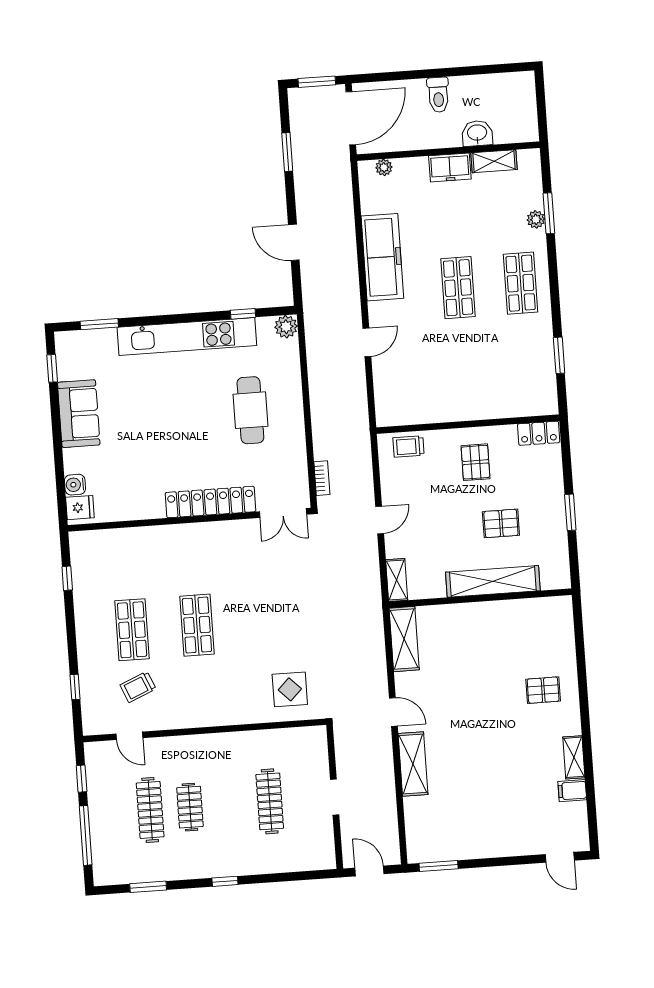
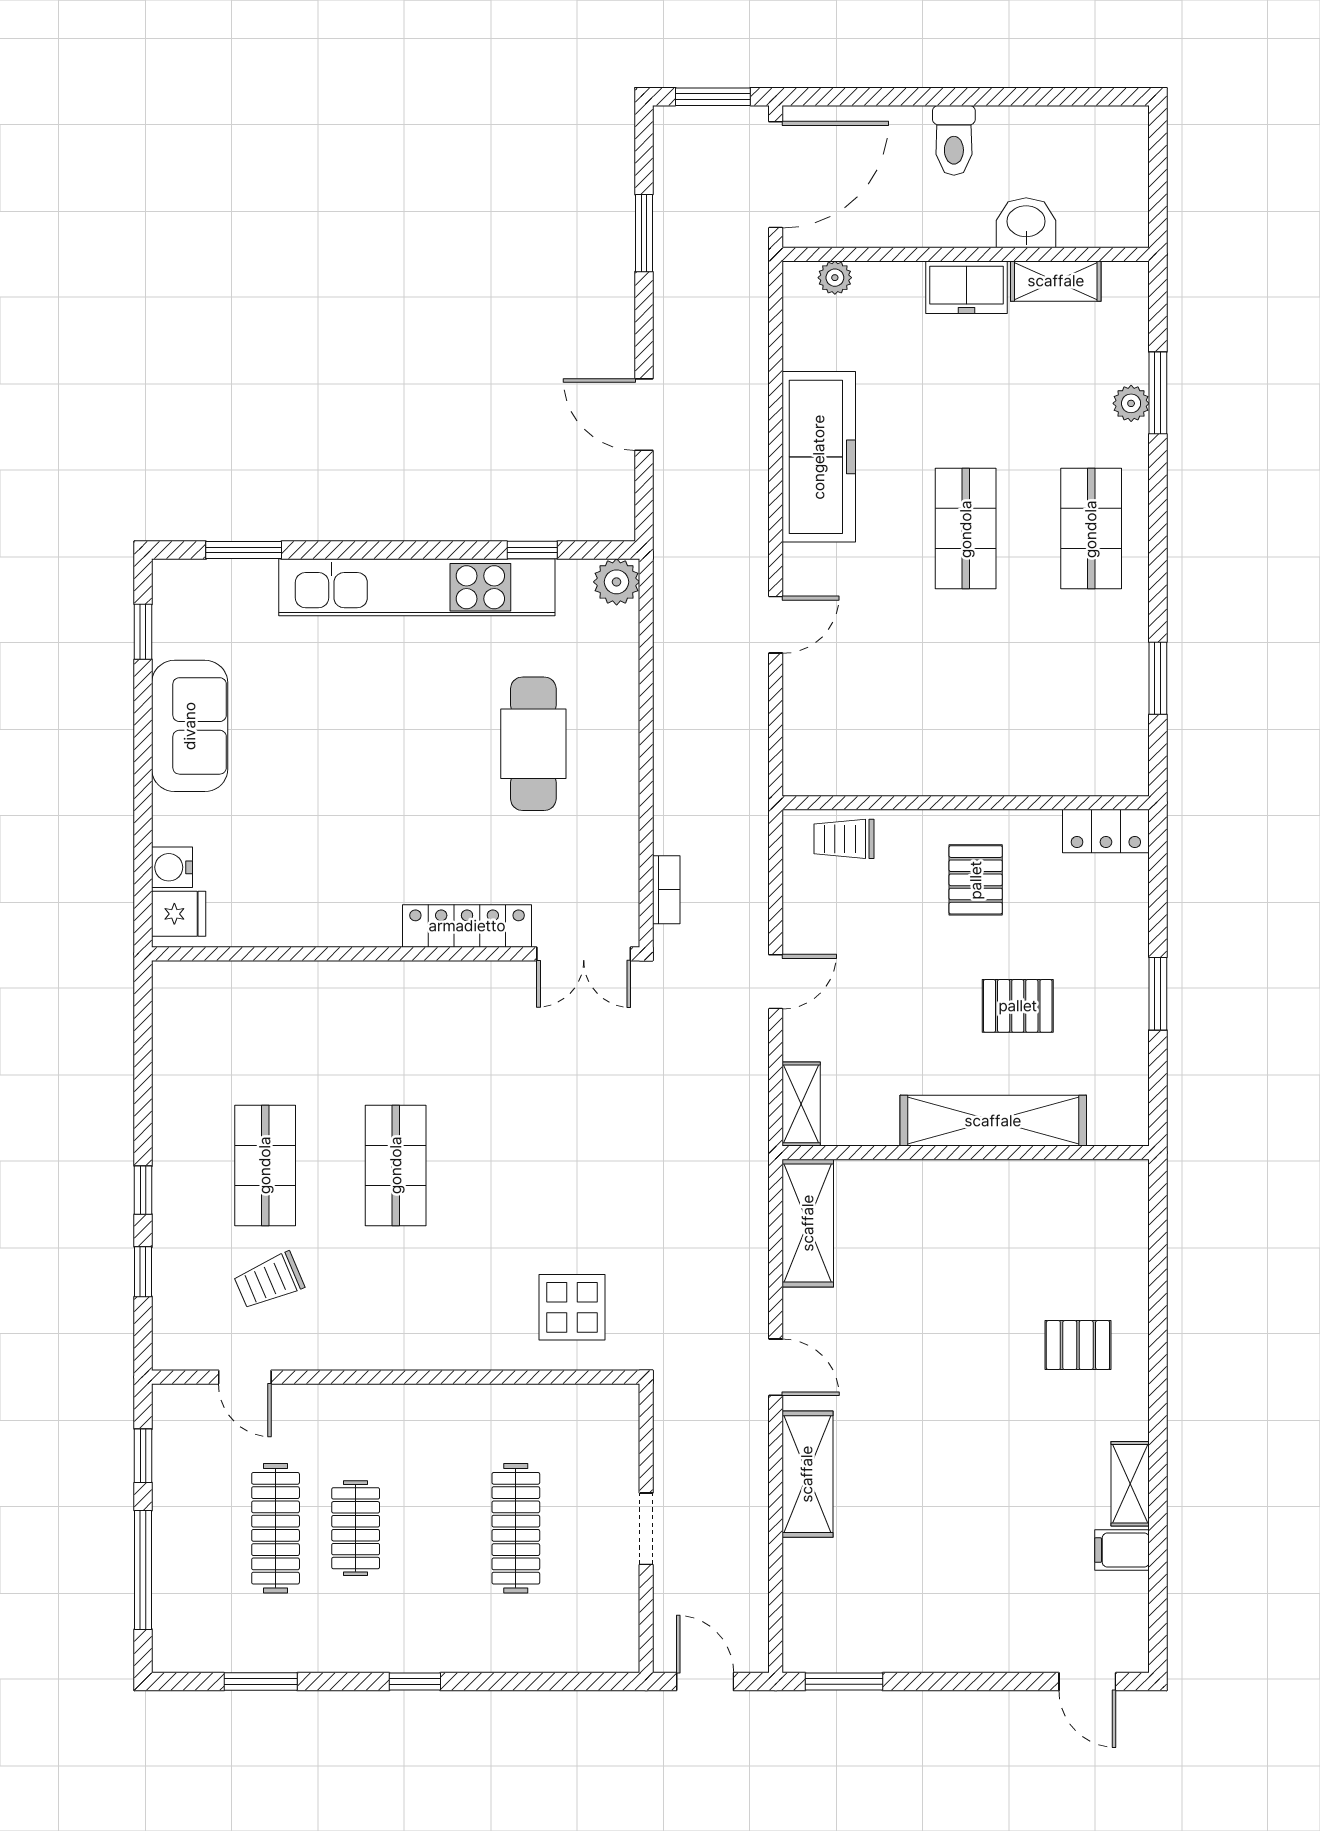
locker: (210, 502) -> (467, 926), width x0.71, depth x0.83
window: (67, 578) -> (143, 1190), moved

